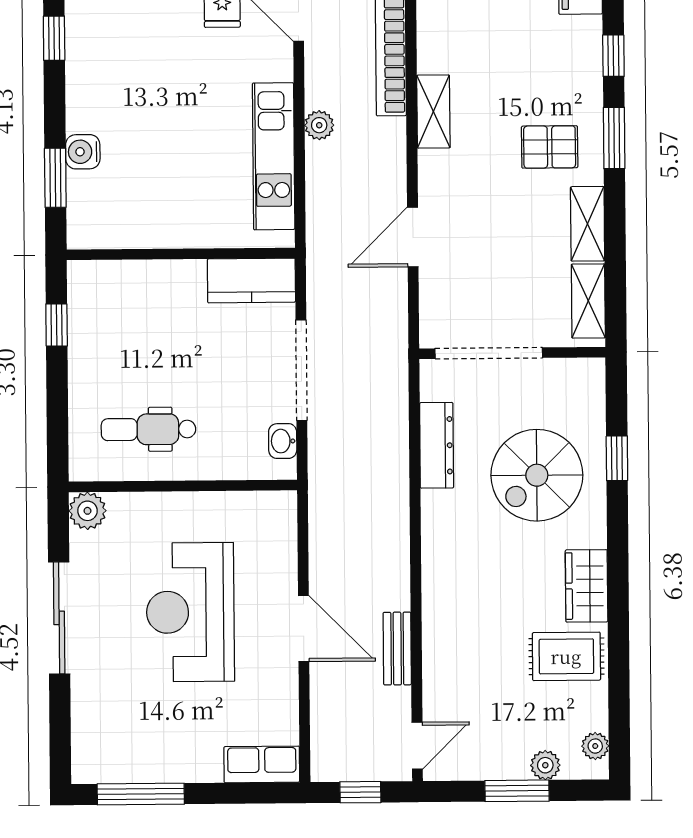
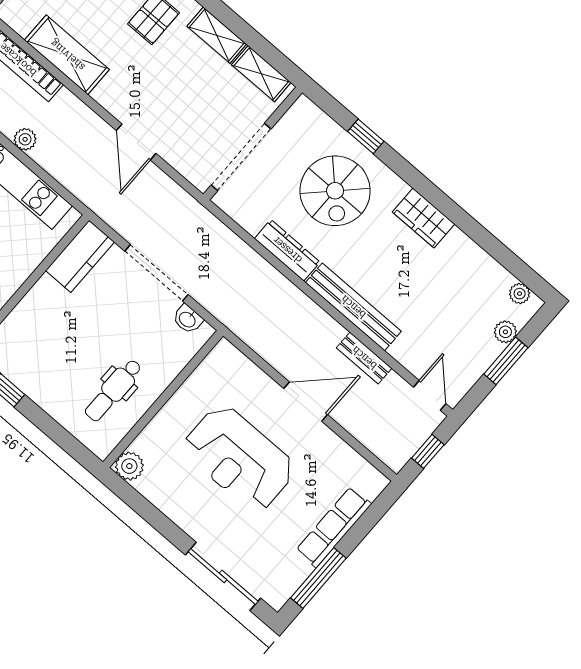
shelving: (433, 112) -> (67, 55), width x1.50, depth x1.33
dresser: (437, 445) -> (287, 250), moved
bench: (438, 594) -> (353, 307), added
sliding door: (59, 618) -> (223, 576), moved
rug: (566, 656) -> (454, 265), removed
row of seats: (262, 764) -> (334, 527), moved, width x1.48

